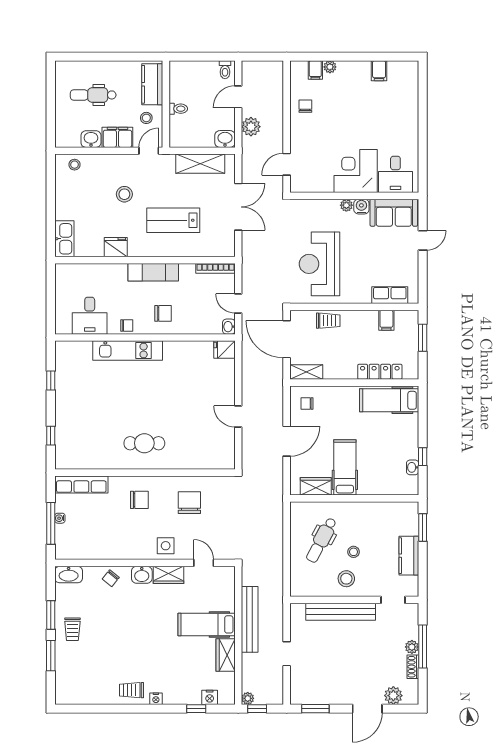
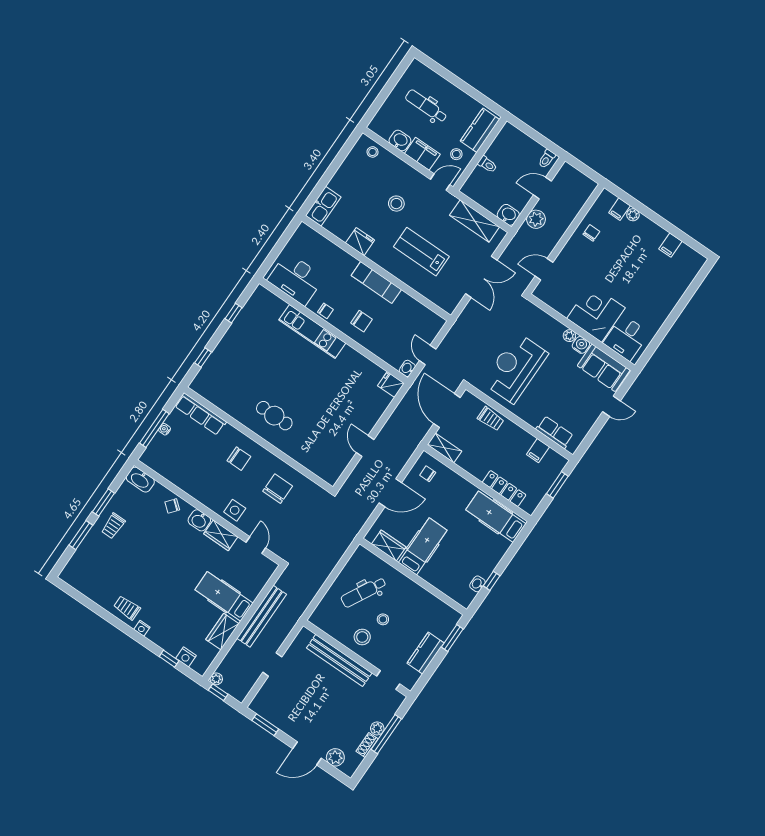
bookcase: (215, 268) -> (429, 314), removed
desk: (90, 316) -> (296, 279), width x1.37

